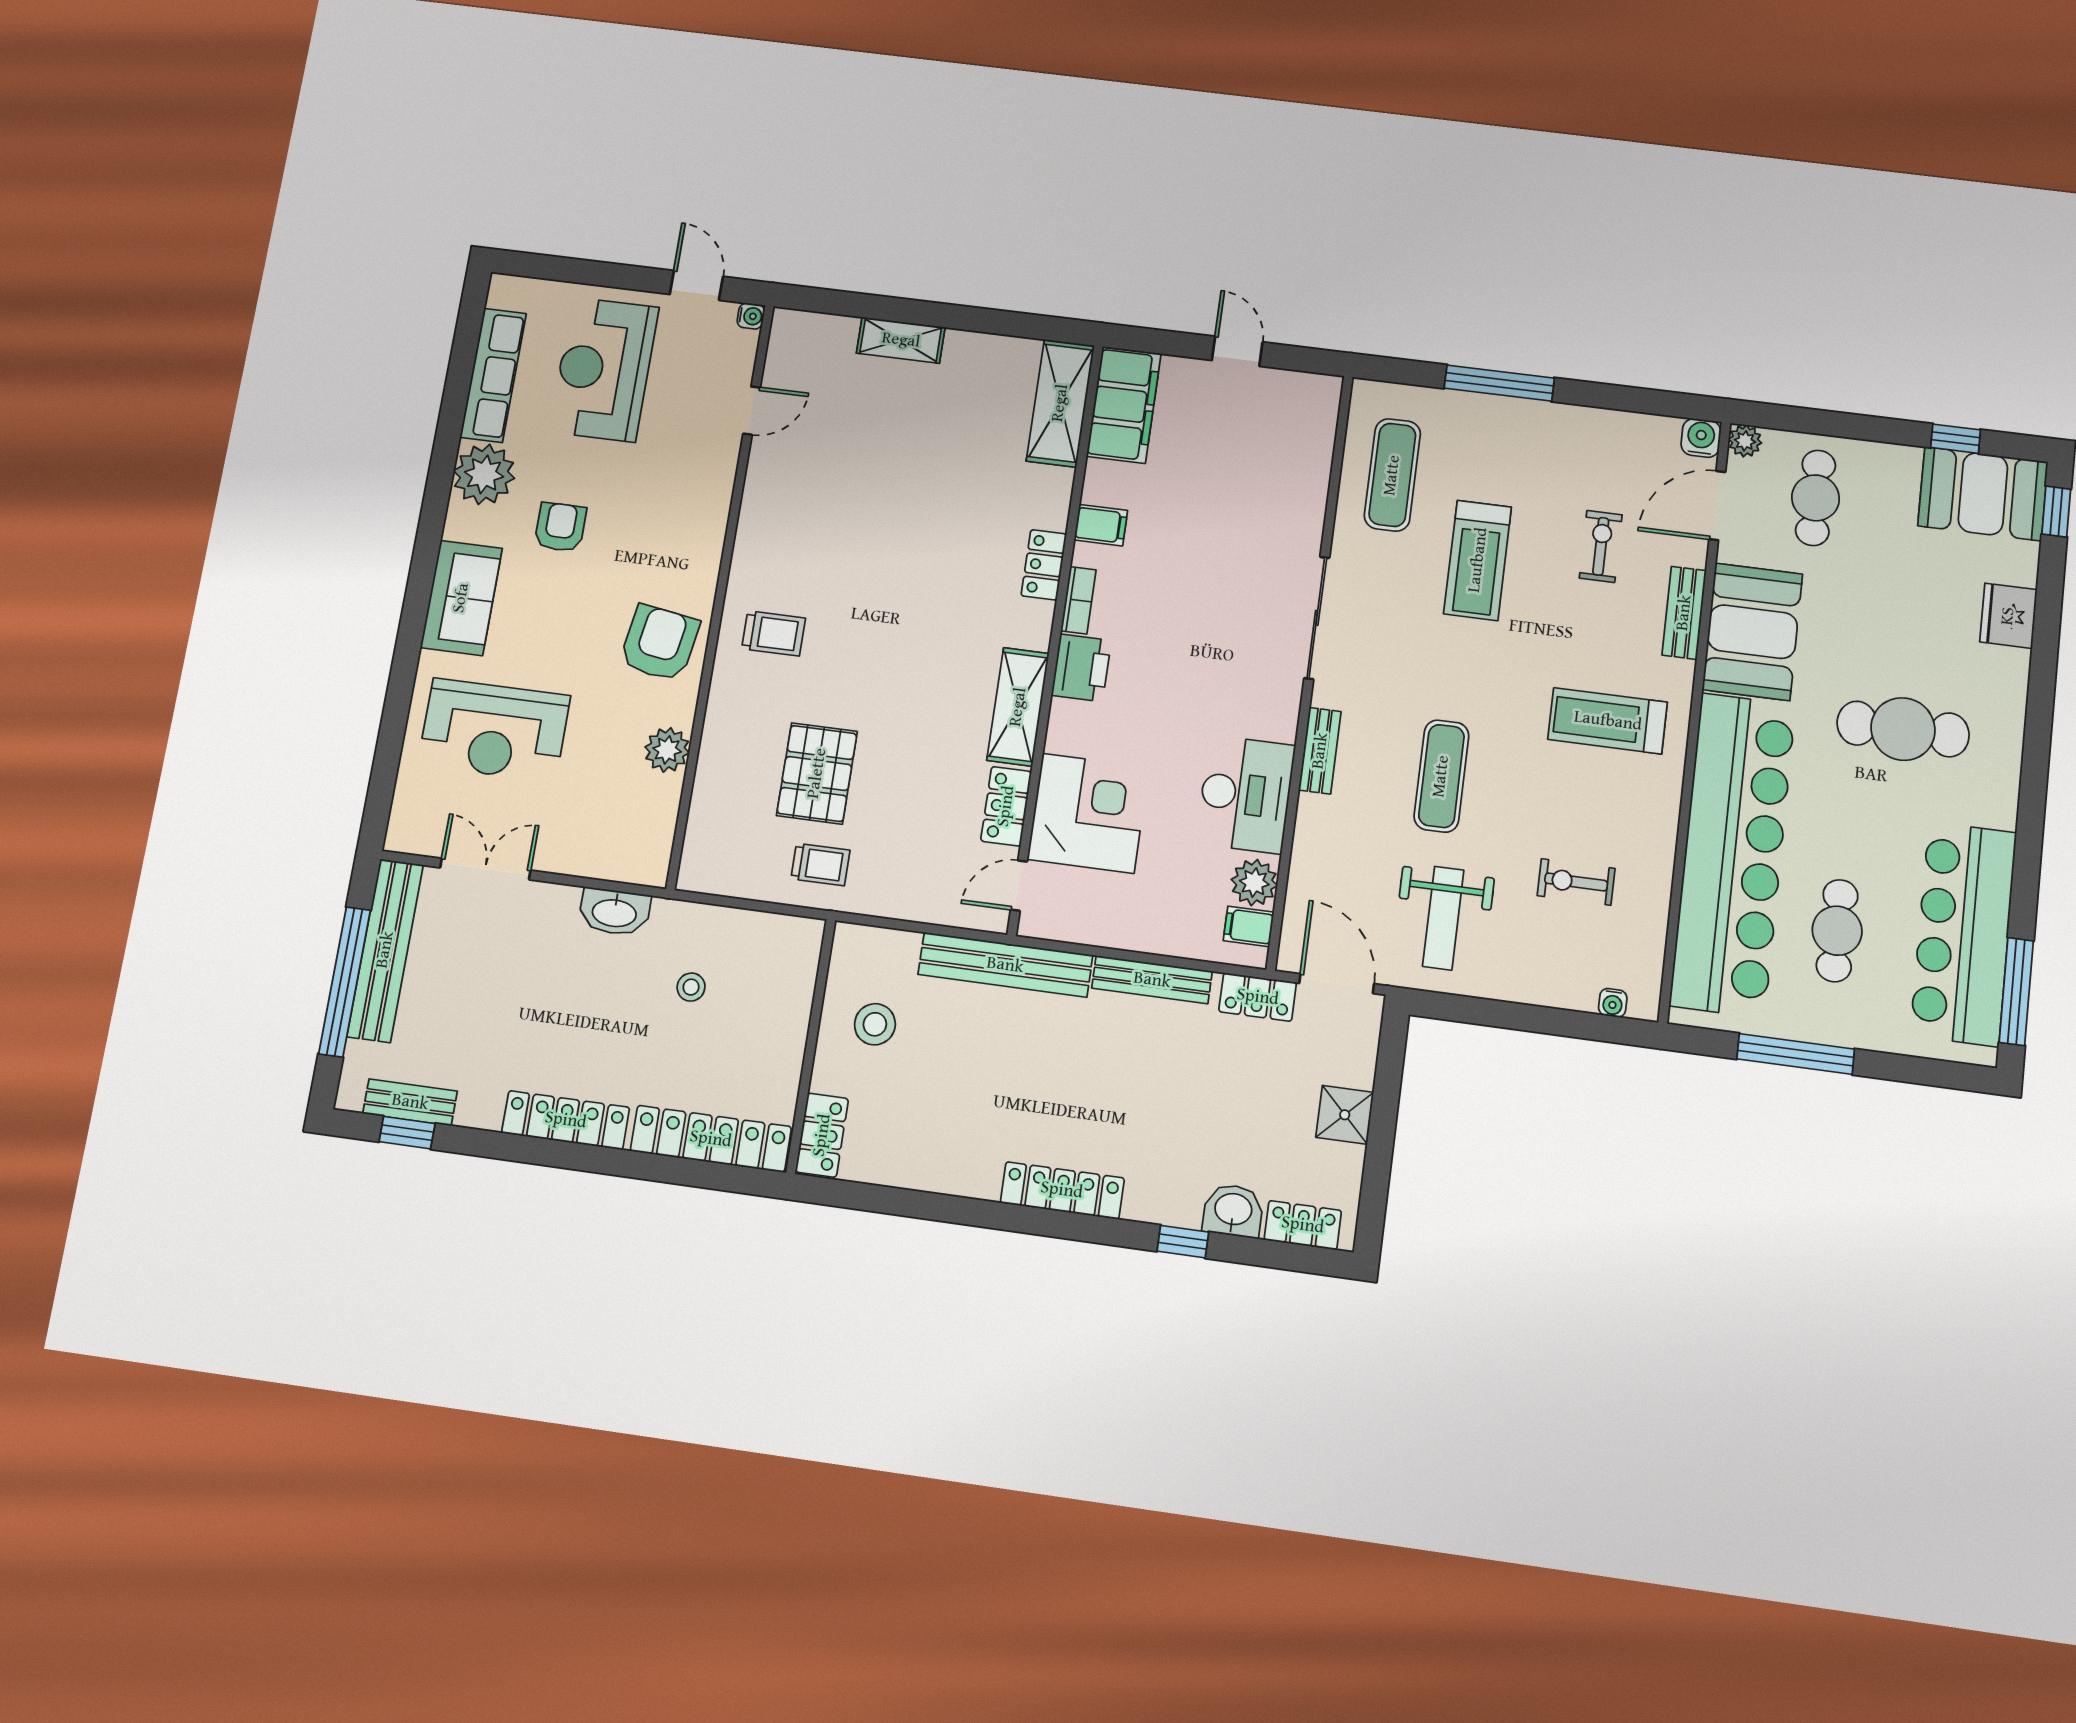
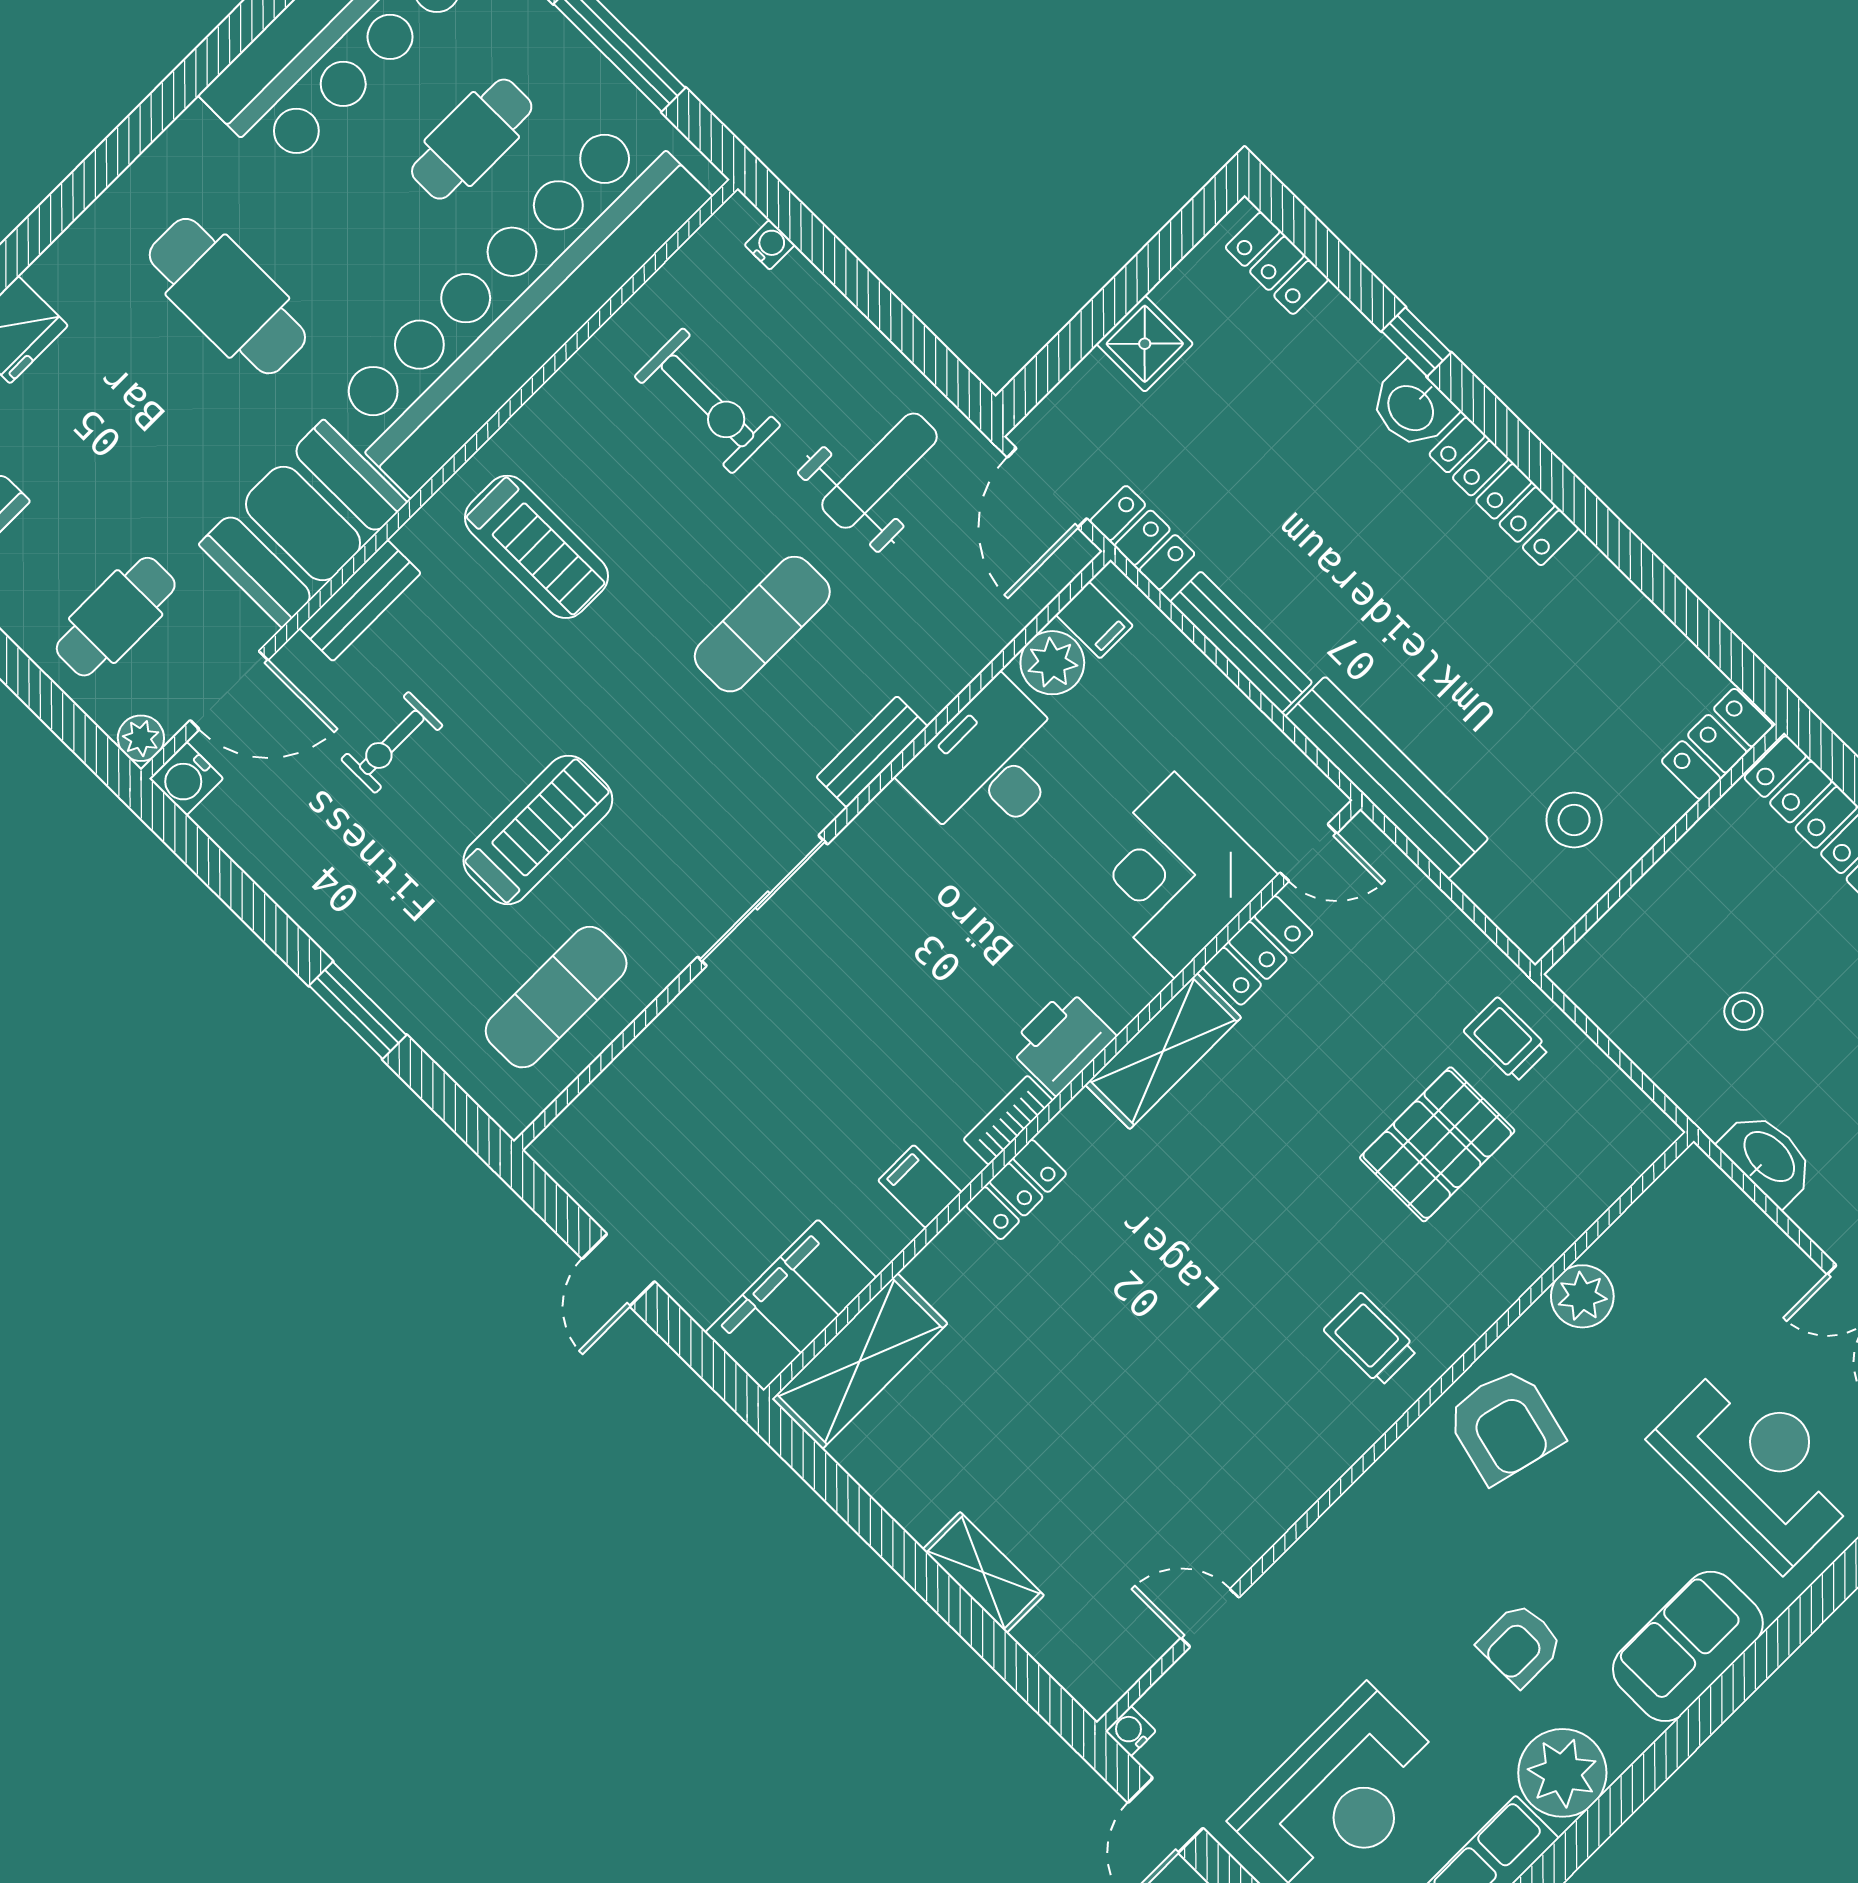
window: (1499, 383) -> (358, 1010), width x0.69
armchair: (659, 643) -> (1505, 1425), turned -85
exercise bike: (1576, 882) -> (707, 401), width x1.38, depth x1.39
washbasin: (1233, 1211) -> (1412, 407), moved

